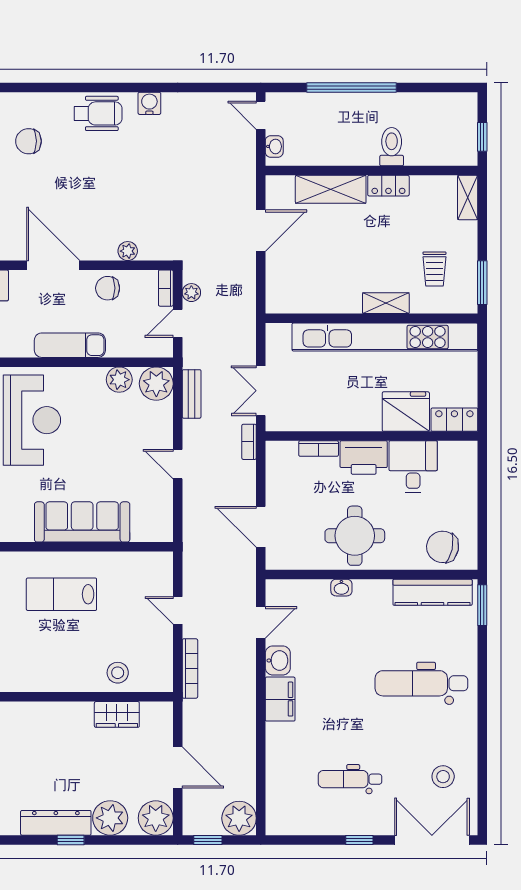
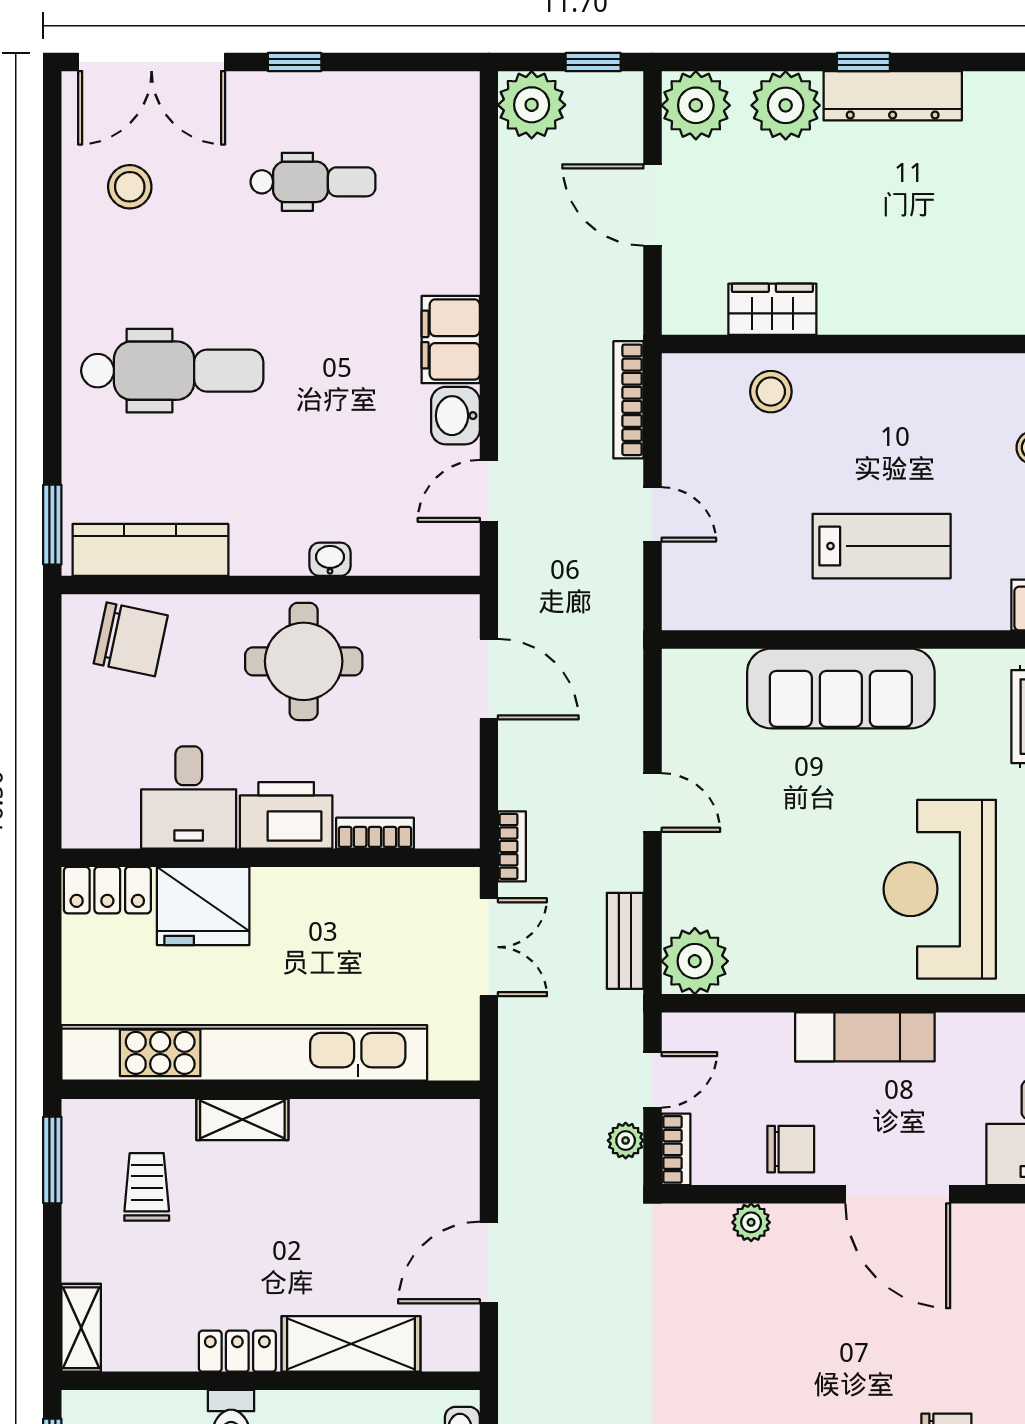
plant: (119, 380) -> (768, 969), removed

